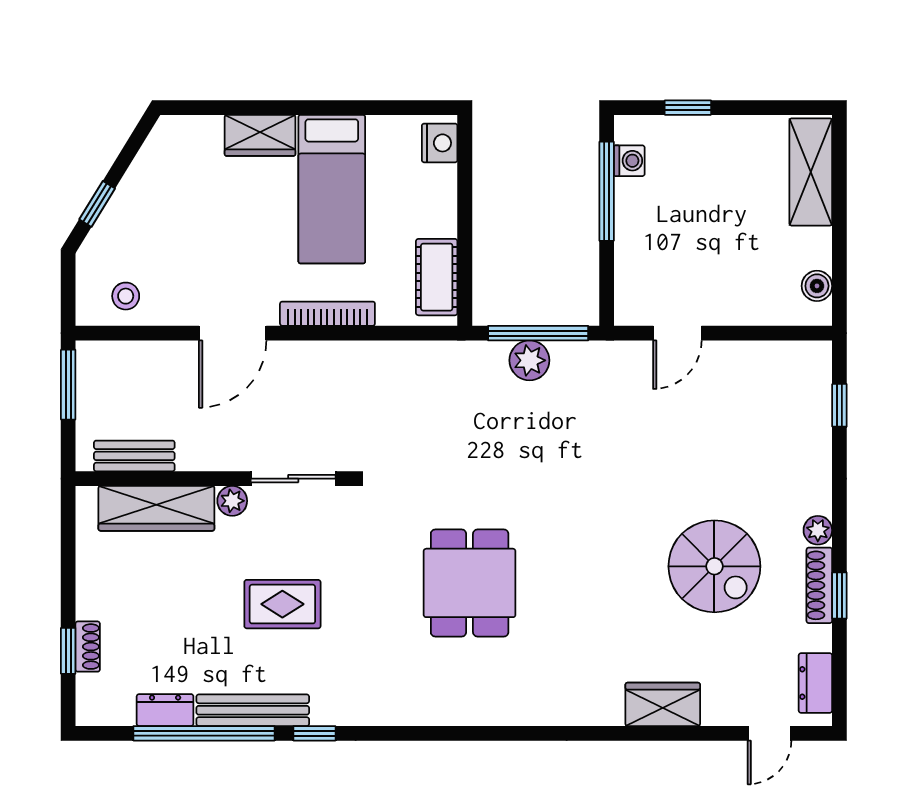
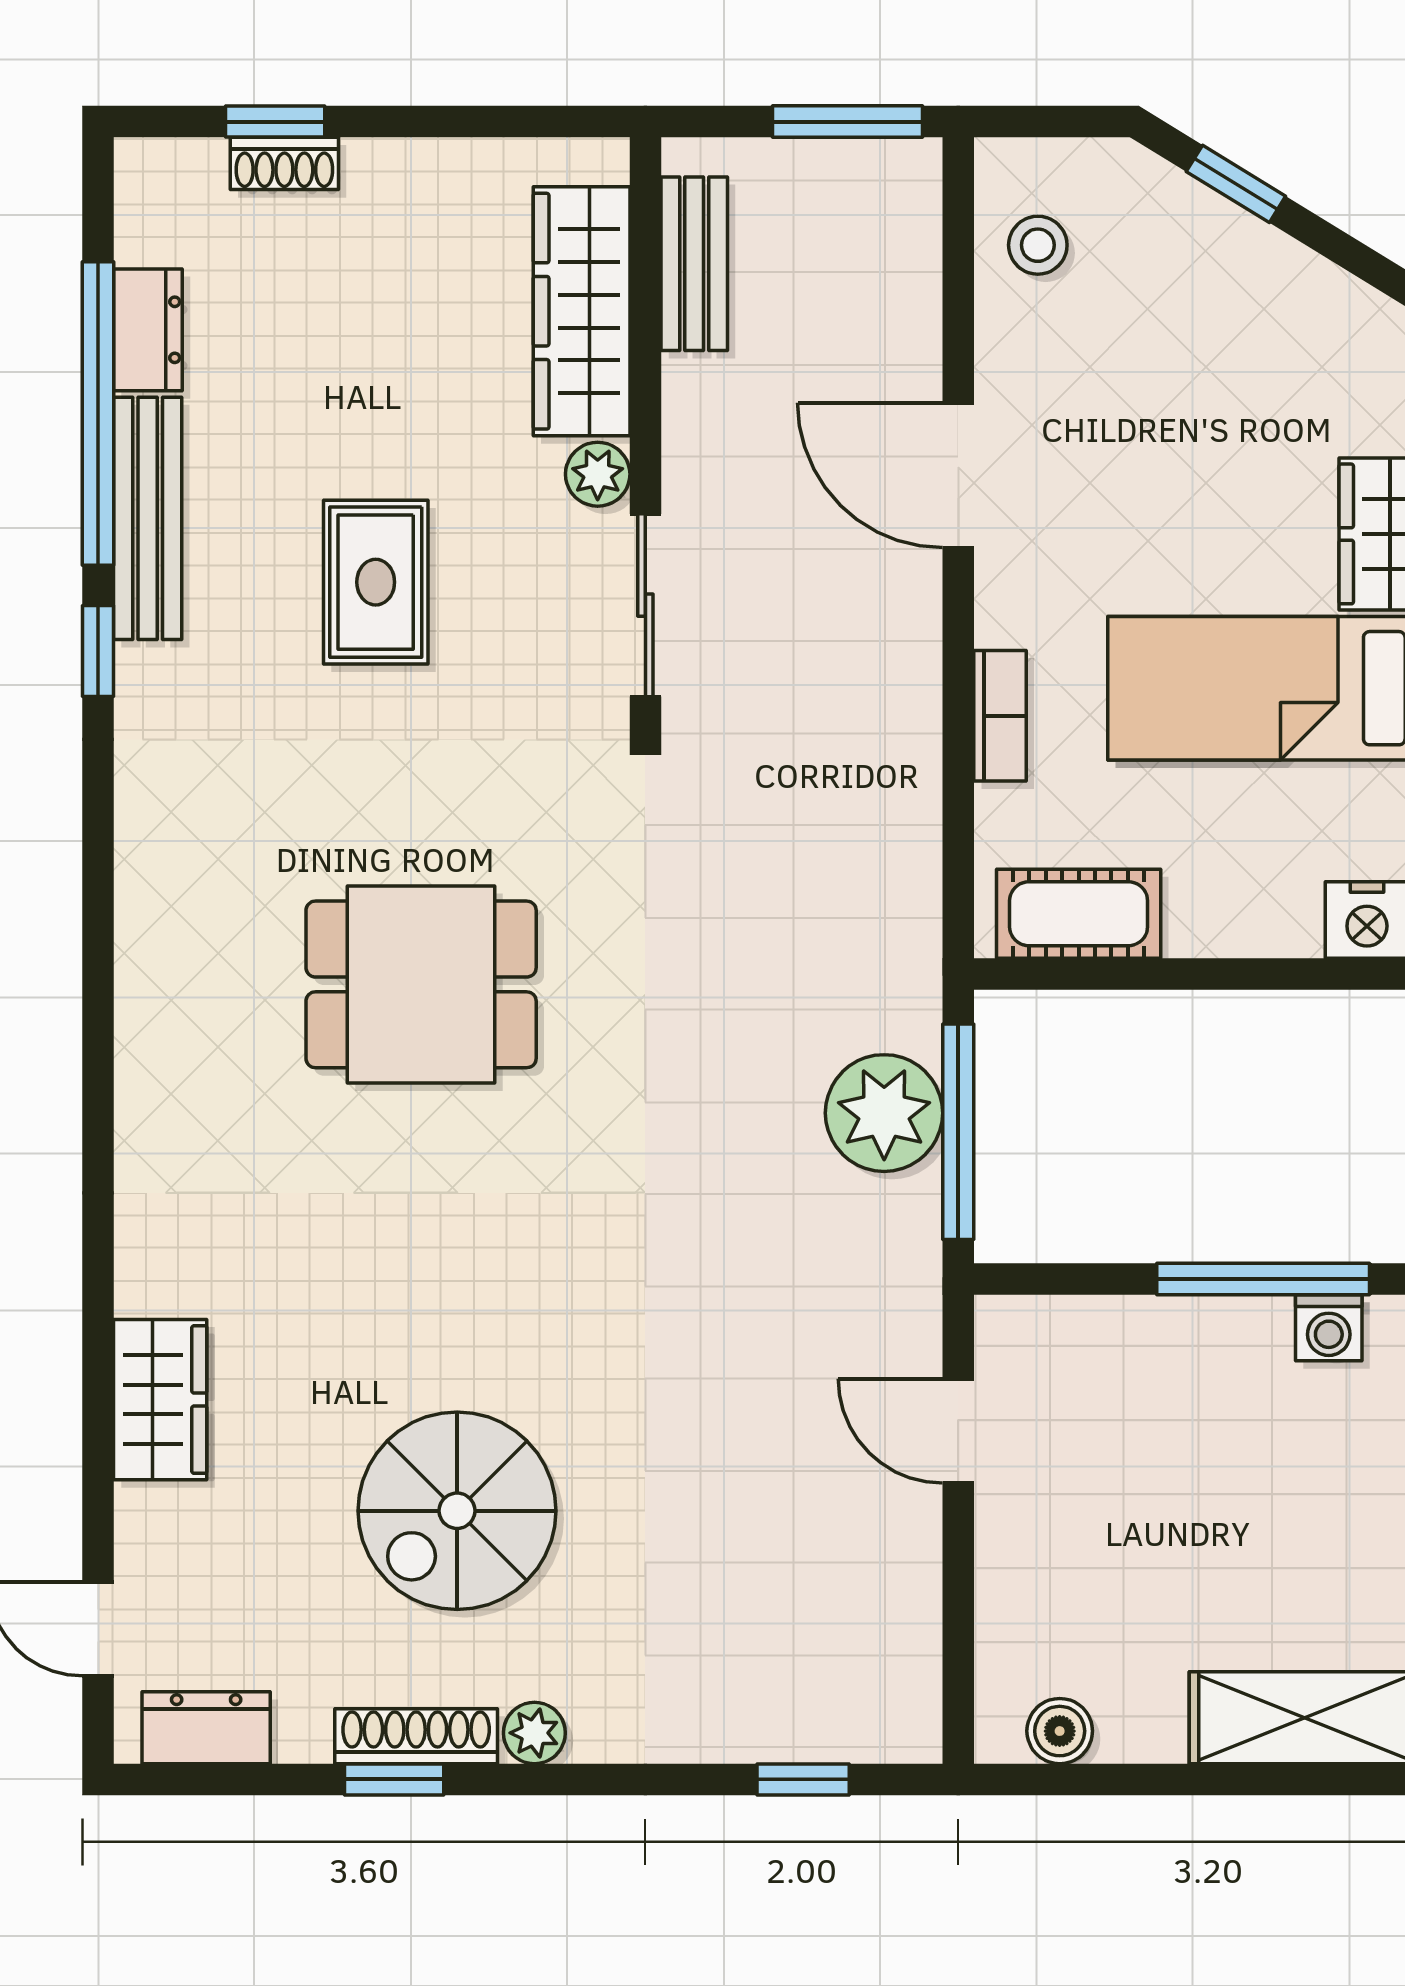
bookcase: (327, 314) -> (1000, 716), width x0.64
plant: (529, 360) -> (884, 1113), width x1.36, depth x1.36

